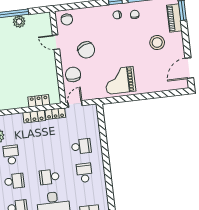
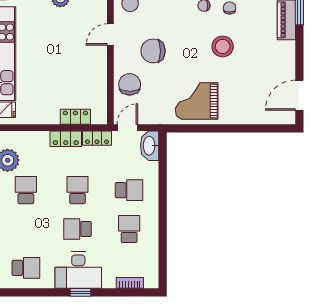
door: (56, 42) -> (110, 35), hinge flipped
stool: (157, 43) -> (223, 46), moved
chair: (86, 50) -> (153, 51), turned 112
washbasin: (92, 114) -> (150, 146), added
school desk: (14, 181) -> (77, 190), moved, turned -90

